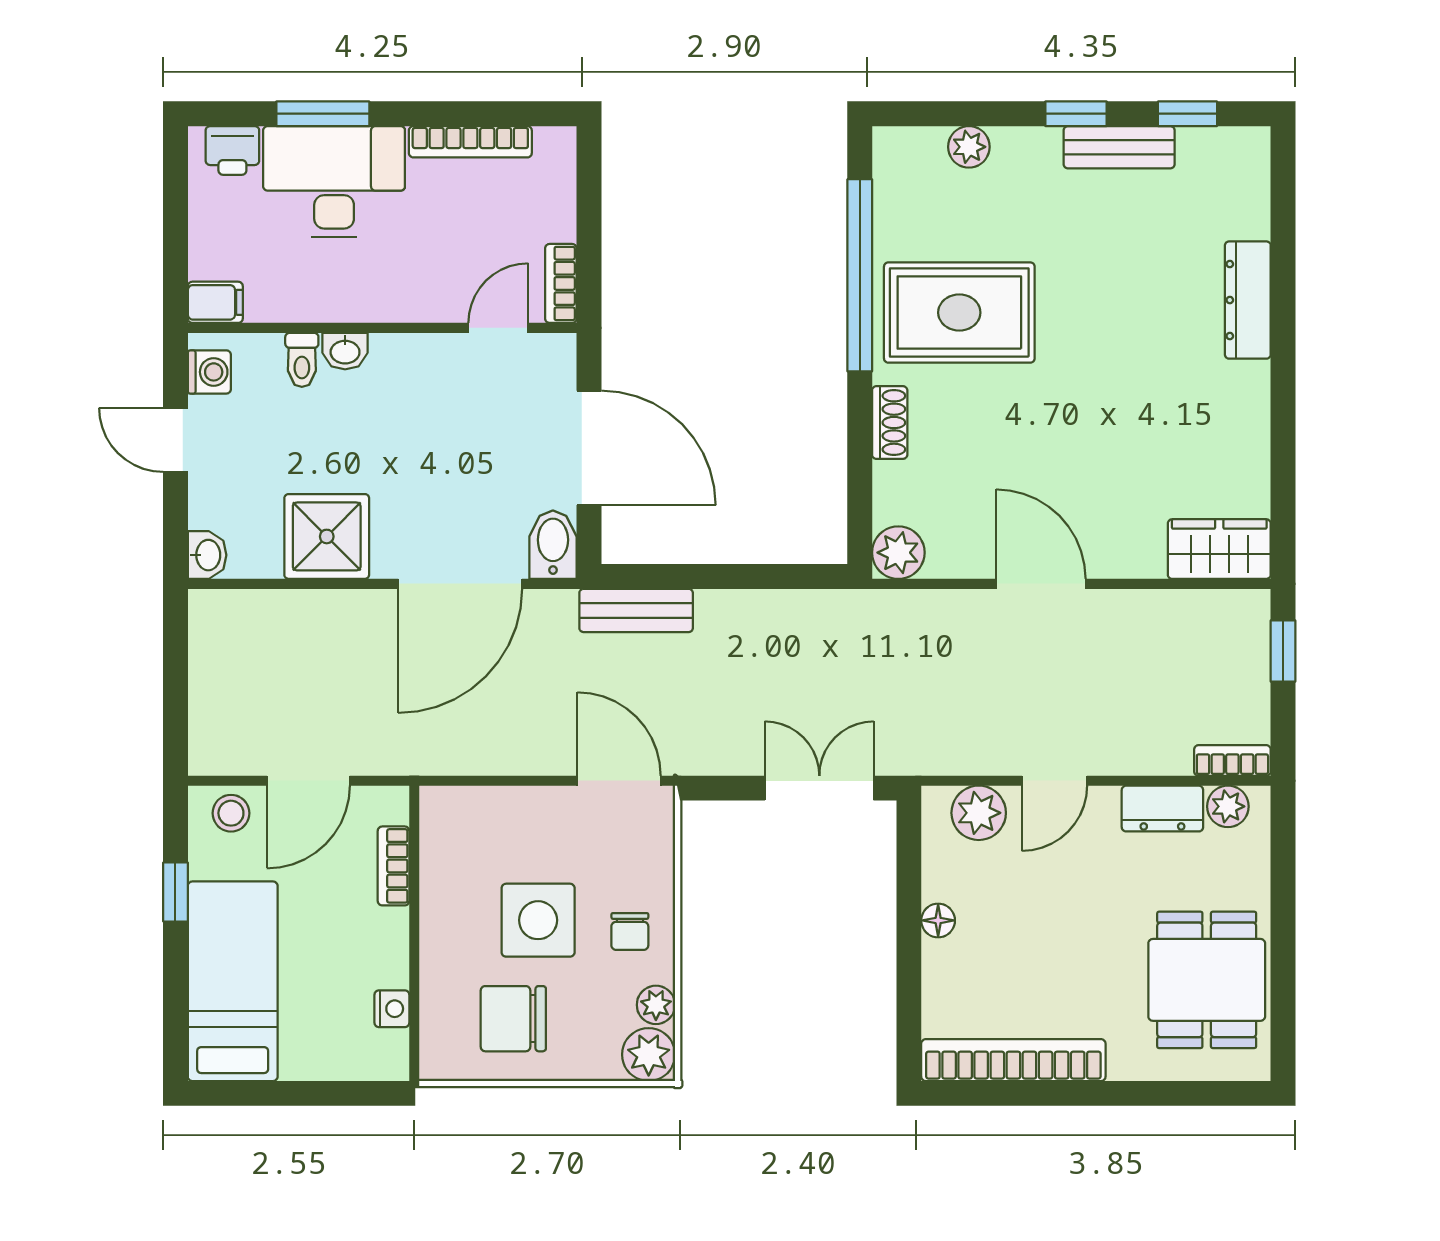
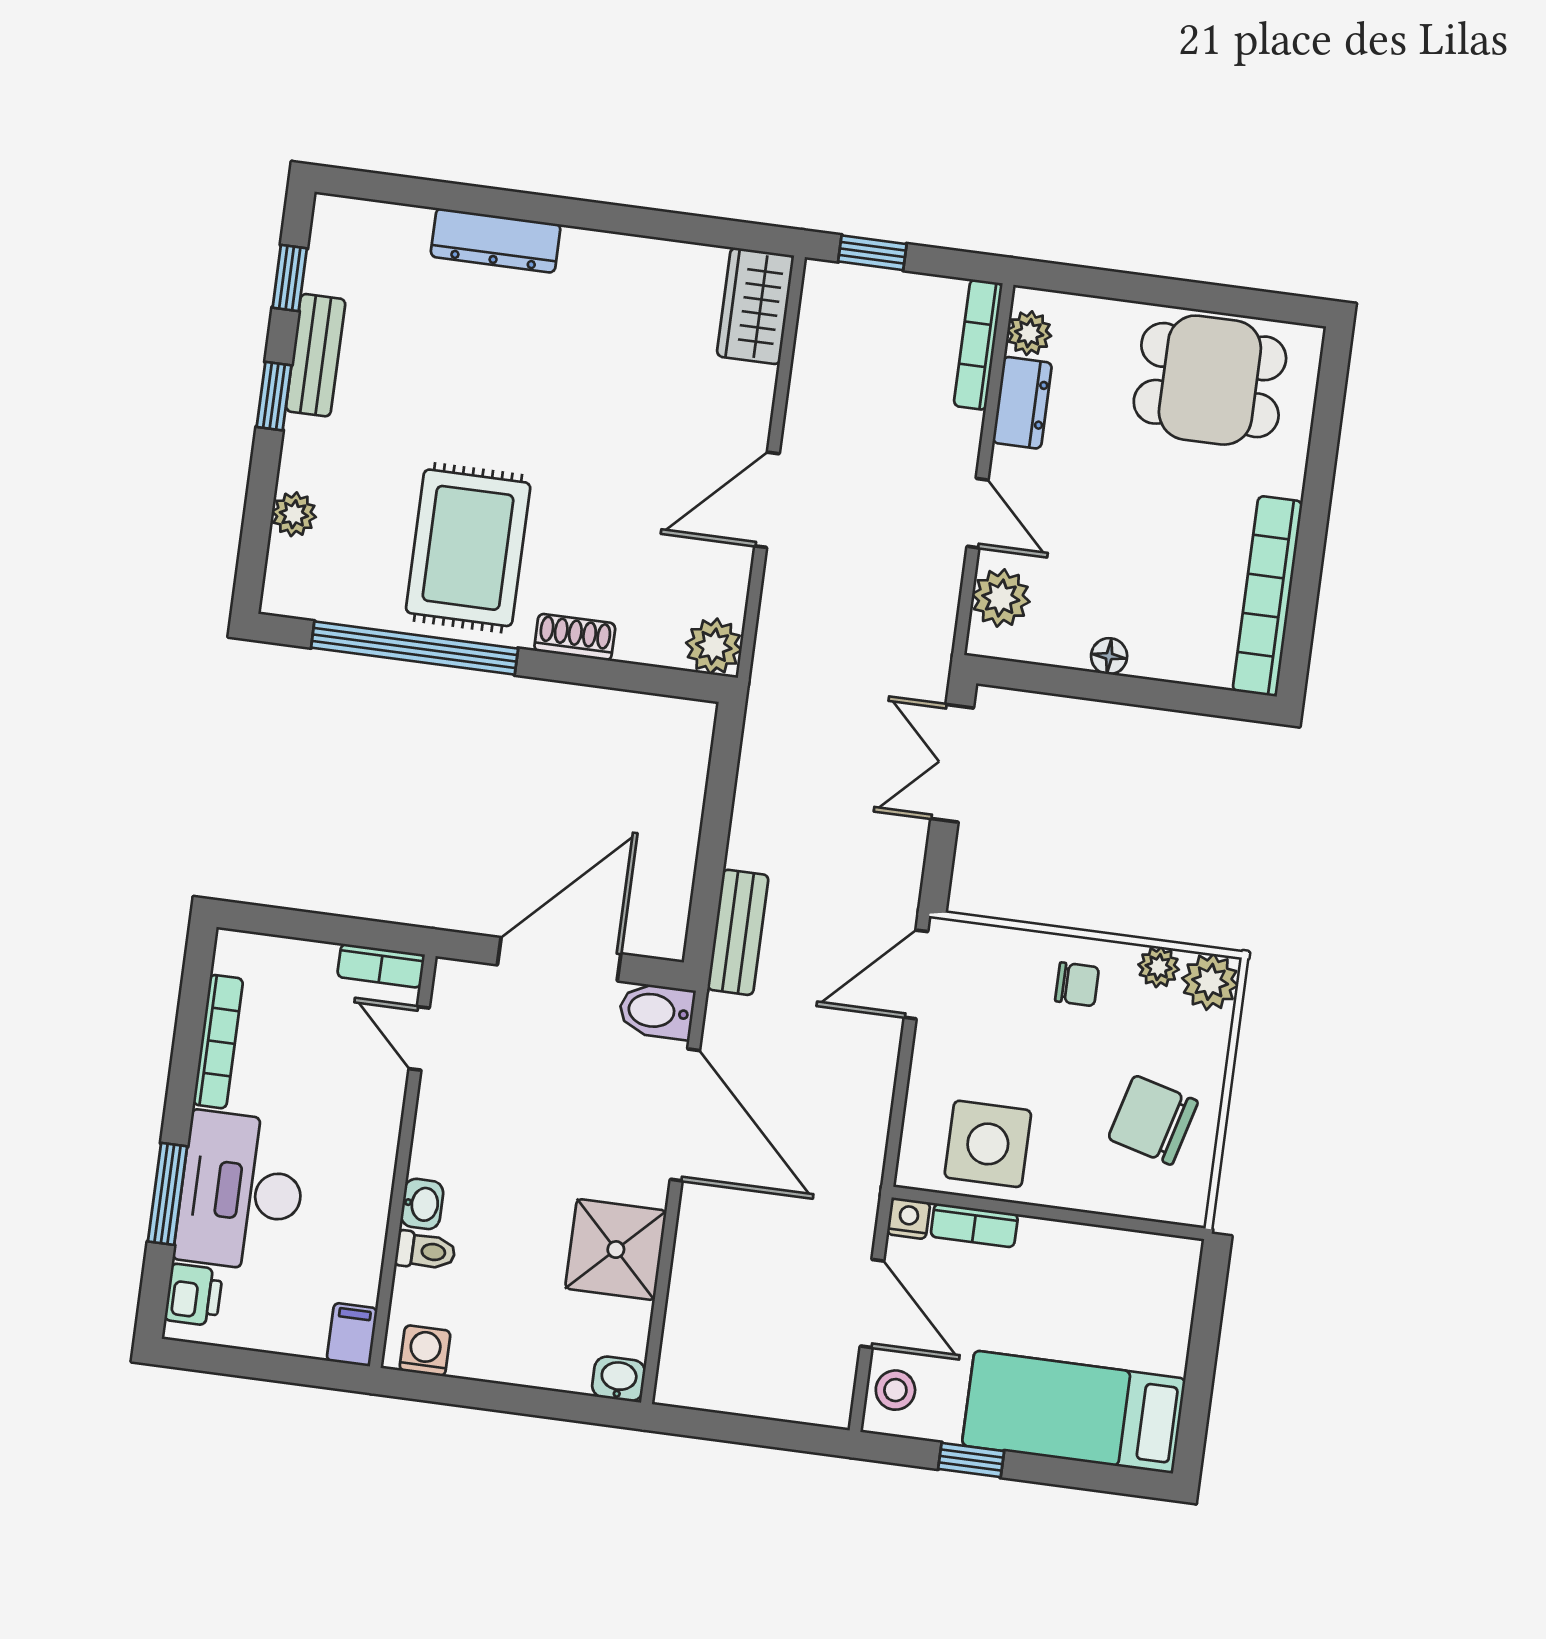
door: (175, 440) -> (492, 1396), removed
bookcase: (1232, 760) -> (978, 345), width x1.56
side table: (538, 920) -> (988, 1144), moved
nightstand: (392, 1009) -> (909, 1218), moved
chair: (513, 1019) -> (1153, 1120), turned 105

